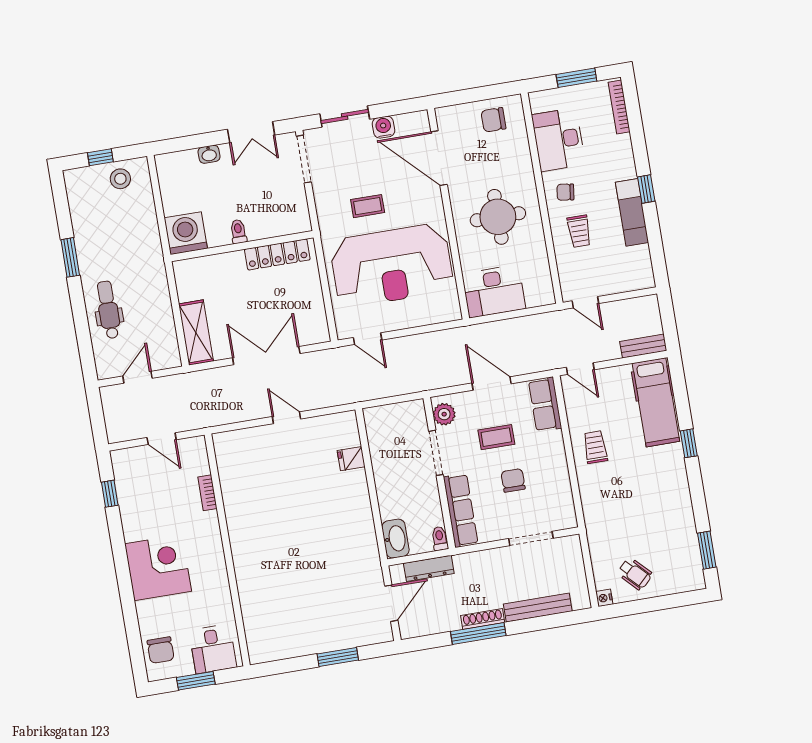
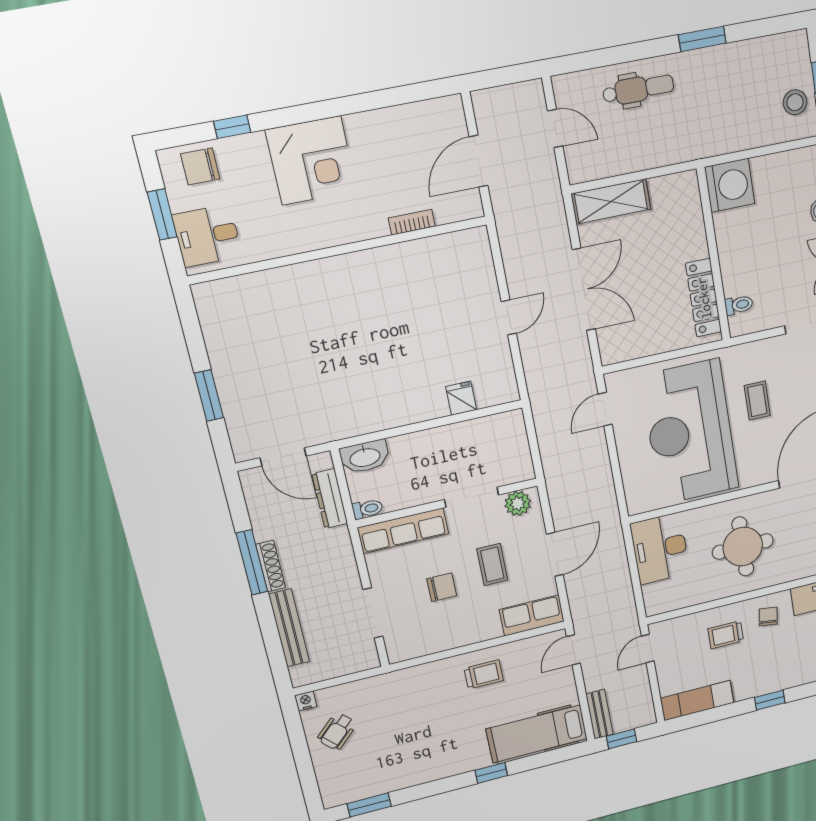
exam couch: (632, 212) -> (697, 700), moved
toilet: (238, 232) -> (739, 305), moved
window: (669, 326) -> (622, 739), added
door: (162, 439) -> (479, 161), width x1.38
window: (110, 494) -> (232, 127), moved

